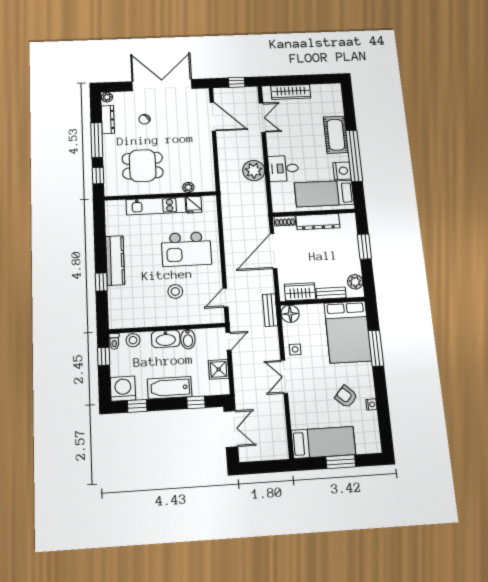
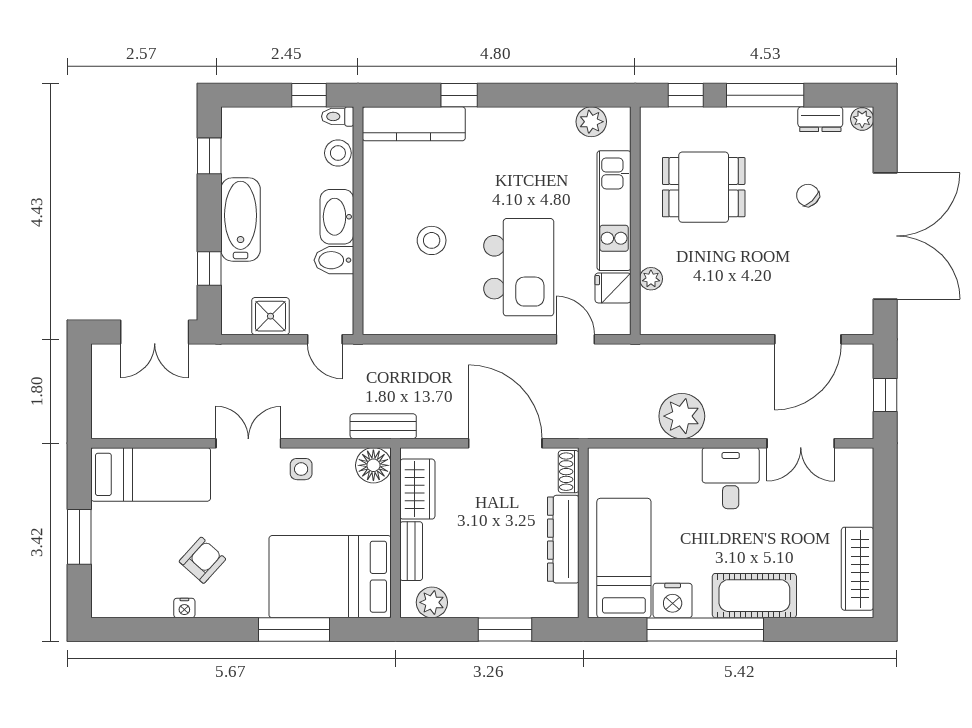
wardrobe: (291, 92) -> (857, 569), moved
dresser: (108, 120) -> (820, 119), width x0.70
dining table: (143, 166) -> (704, 187), turned 90
desk: (283, 168) -> (731, 478), moved
plant: (113, 219) -> (591, 122), added
kitchen island: (186, 249) -> (519, 267), turned 180
kitchen counter: (115, 260) -> (414, 124), moved
door: (225, 298) -> (575, 339), moved
washing machine: (123, 389) -> (244, 130), removed
bed: (323, 442) -> (151, 474), moved, turned -90

